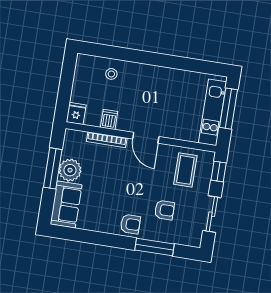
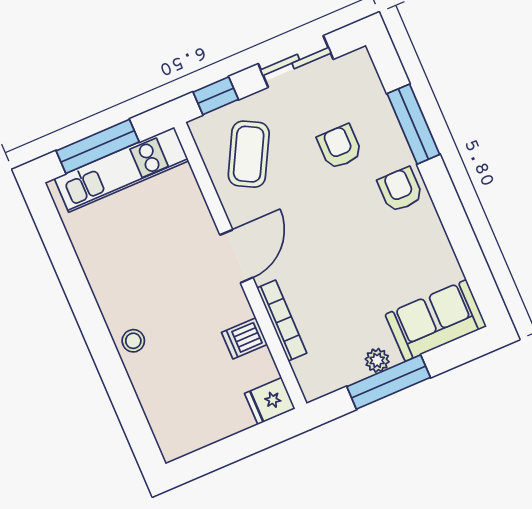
stool: (111, 74) -> (133, 341), moved
plant: (70, 170) -> (377, 360), width x0.53, depth x0.53
coffee table: (185, 170) -> (249, 154), turned -62

